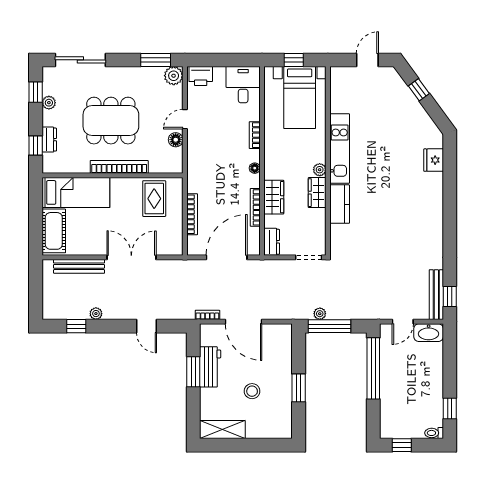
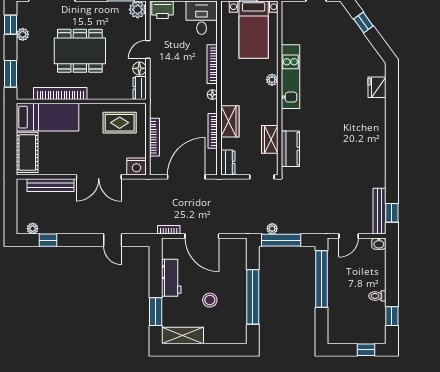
bookcase: (255, 135) -> (212, 64), width x1.56
dresser: (49, 140) -> (140, 88), moved, turned 180
window: (36, 146) -> (11, 74), width x1.50
bookcase: (119, 167) -> (60, 93), moved
plant: (320, 170) -> (272, 80), moved
wardrobe: (317, 193) -> (270, 139), moved
rug: (154, 199) -> (120, 123), turned 90
kitchen counter: (340, 204) -> (290, 149), moved
nightstand: (172, 246) -> (137, 166), added
double door: (131, 257) -> (99, 177), swing flipped
plant: (96, 314) -> (33, 229), moved
washbasin: (429, 333) -> (379, 244), width x0.52, depth x0.69
window: (193, 372) -> (156, 312), moved
window: (299, 388) -> (253, 297), width x2.11
toilet: (434, 433) -> (377, 296), moved
window: (402, 445) -> (366, 350), moved

